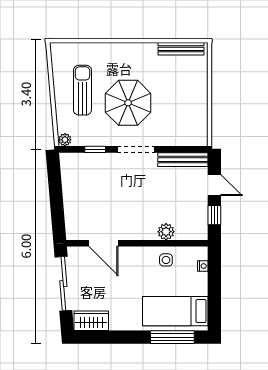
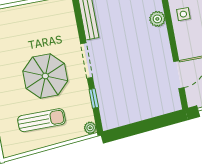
sun lounger: (82, 90) -> (41, 120), turned 180

